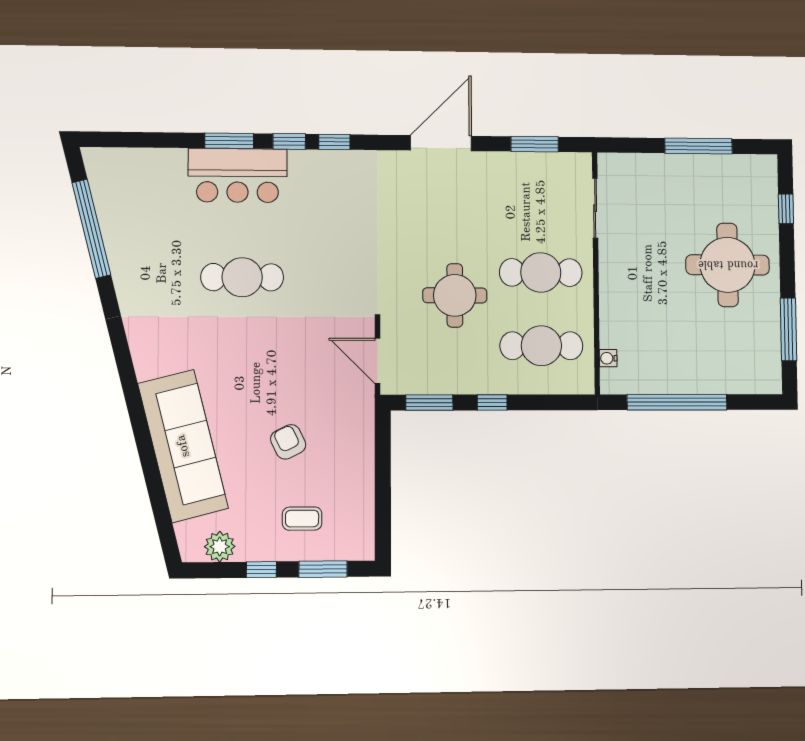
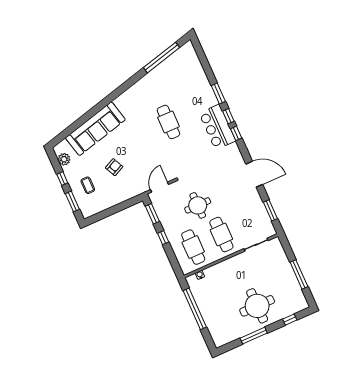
bar counter: (238, 175) -> (217, 127), moved
window: (788, 329) -> (254, 336), moved

